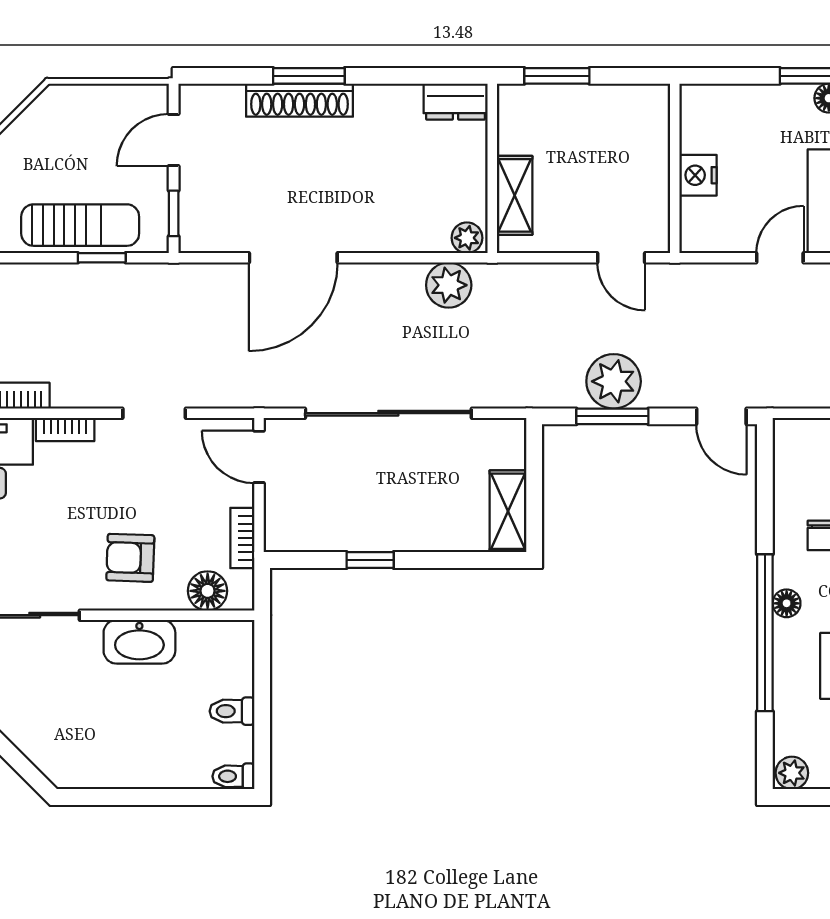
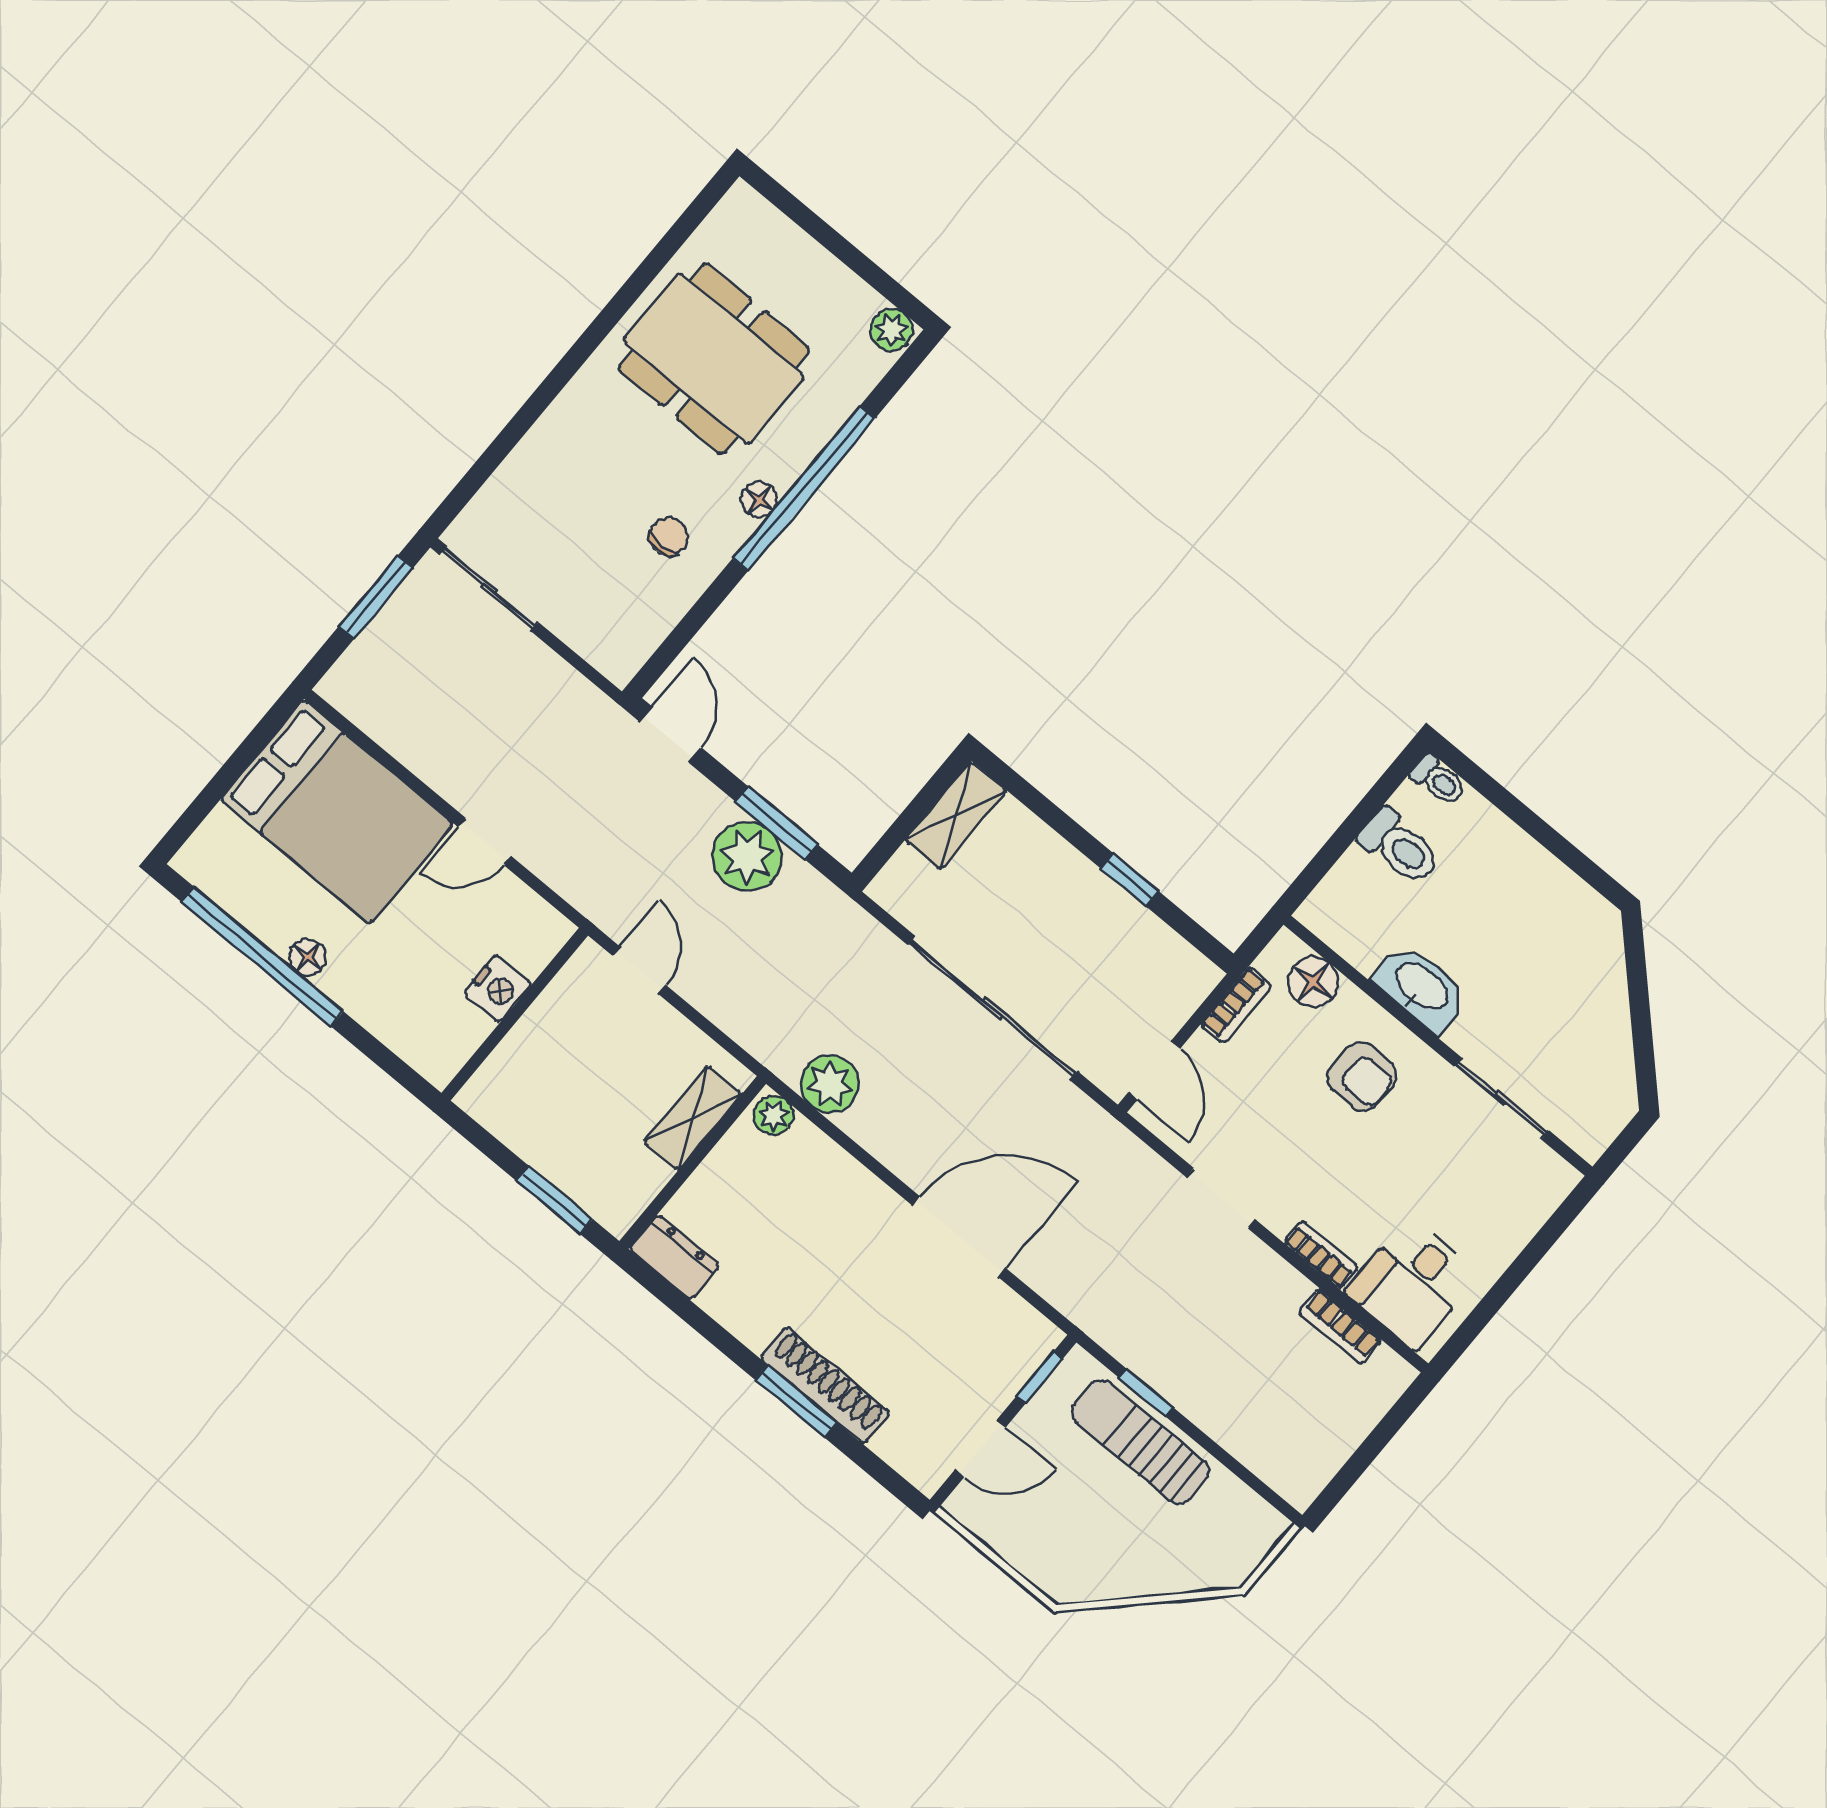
toilet: (232, 711) -> (1400, 847), width x1.37, depth x1.39

